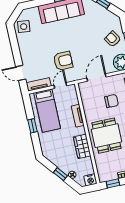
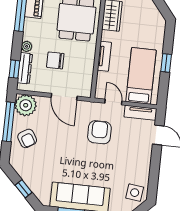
armchair: (63, 61) -> (99, 132), turned 90
door: (96, 77) -> (64, 97), hinge flipped
door: (60, 85) -> (113, 102), swing flipped

